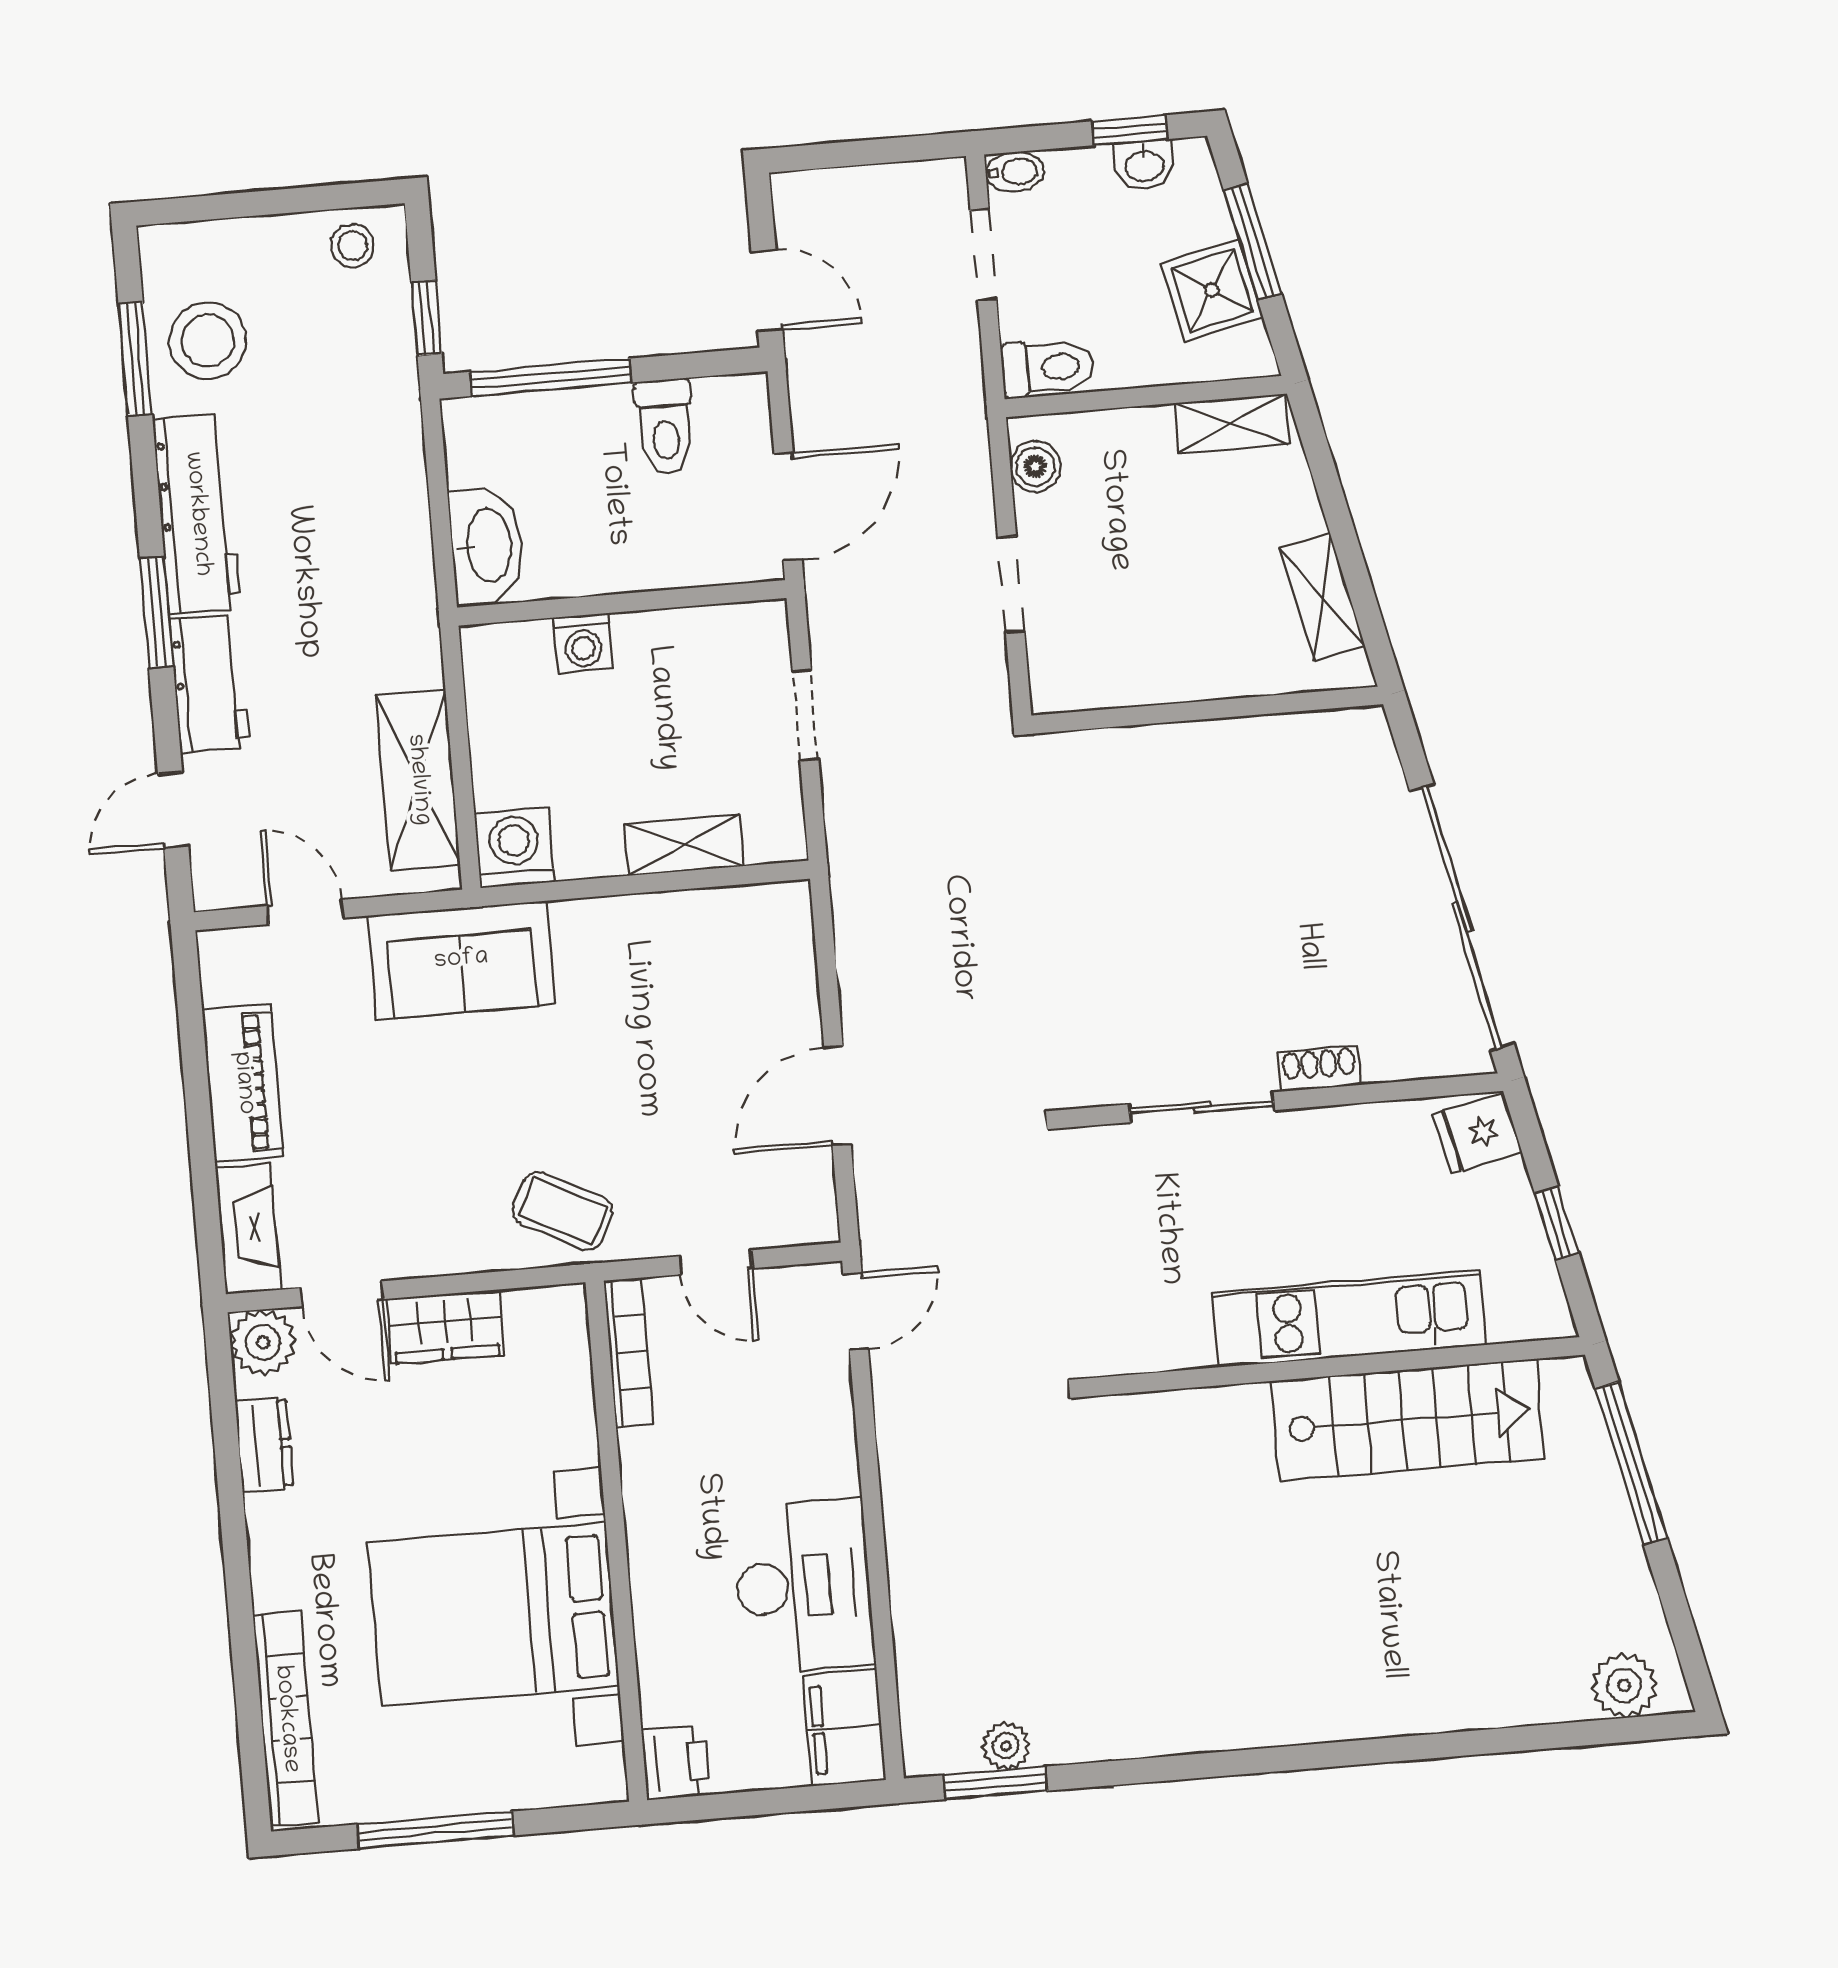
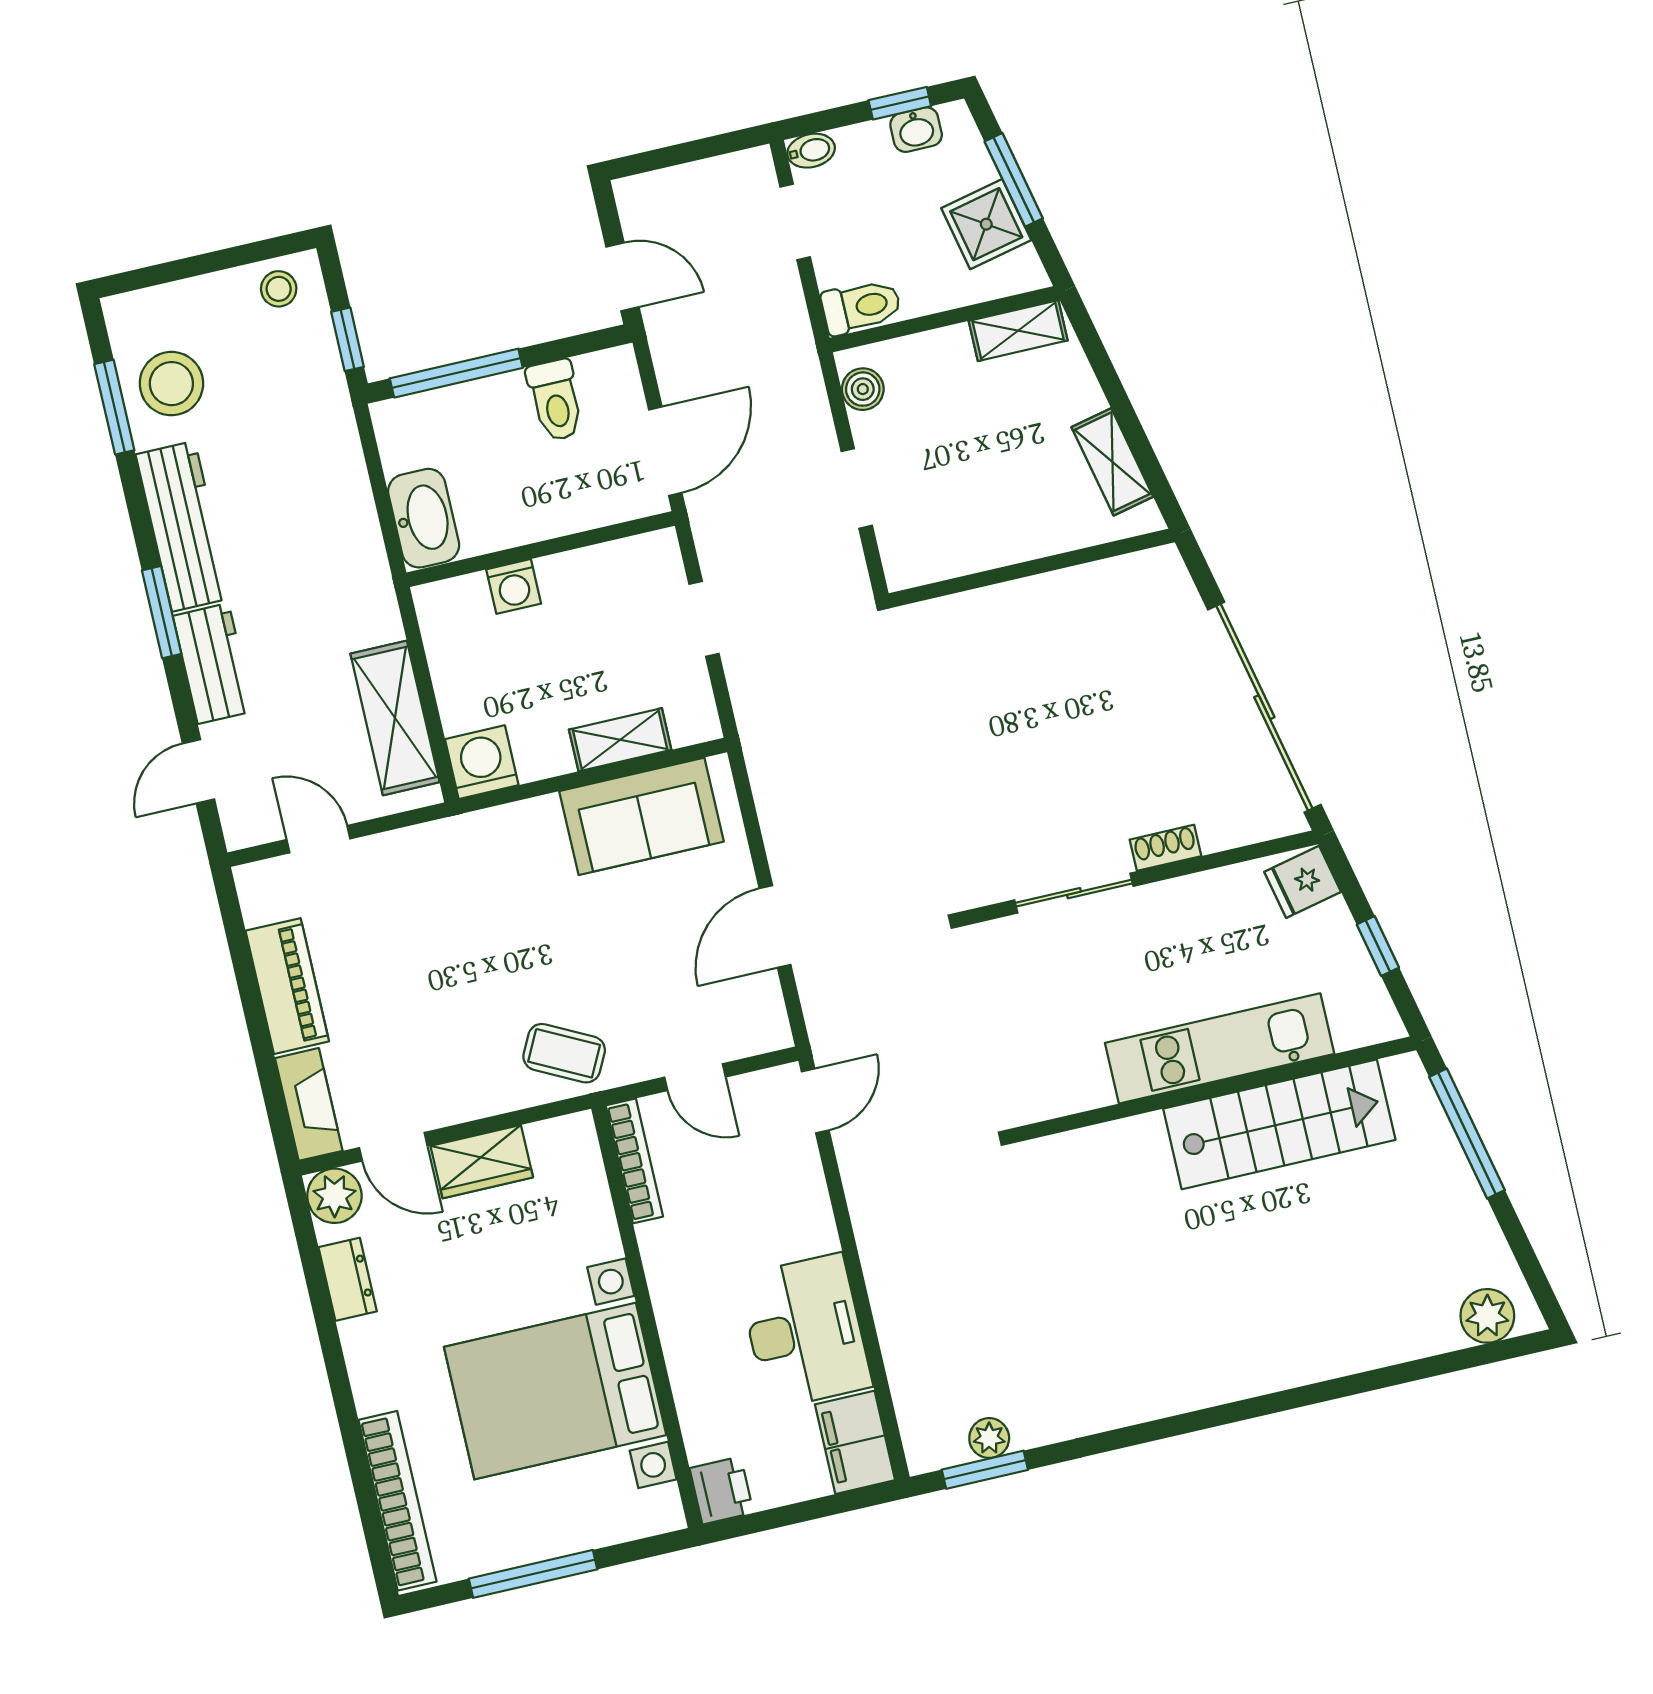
sofa: (461, 960) -> (641, 816), moved

